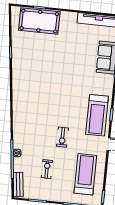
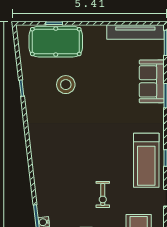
stool: (43, 53) -> (66, 85), added

